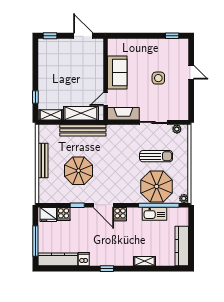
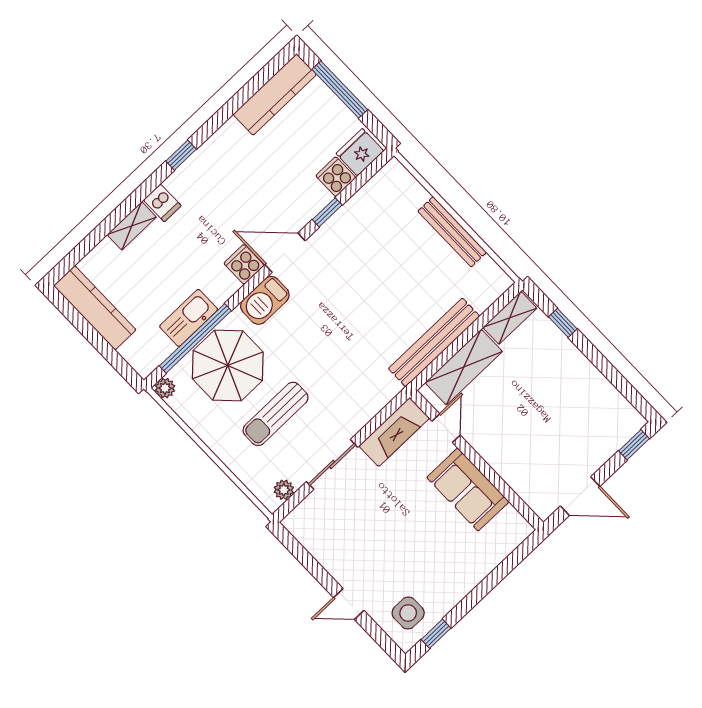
side table: (158, 78) -> (408, 613), moved
parasol: (78, 171) -> (379, 270), removed
barbecue: (125, 196) -> (265, 300), added
dishwasher: (84, 259) -> (162, 203), moved

